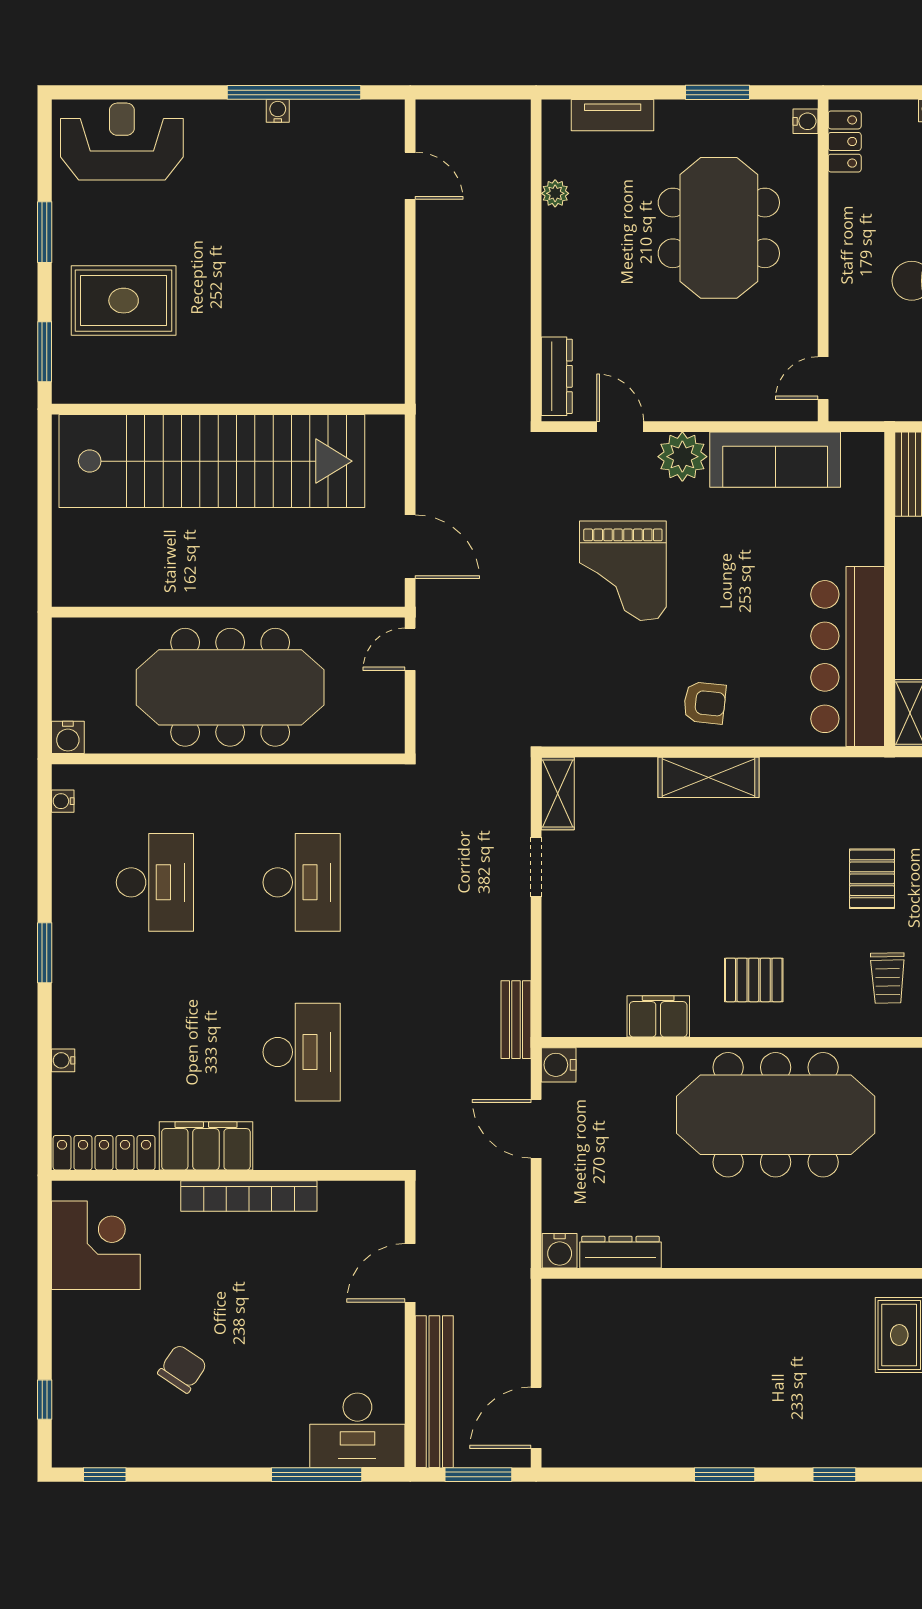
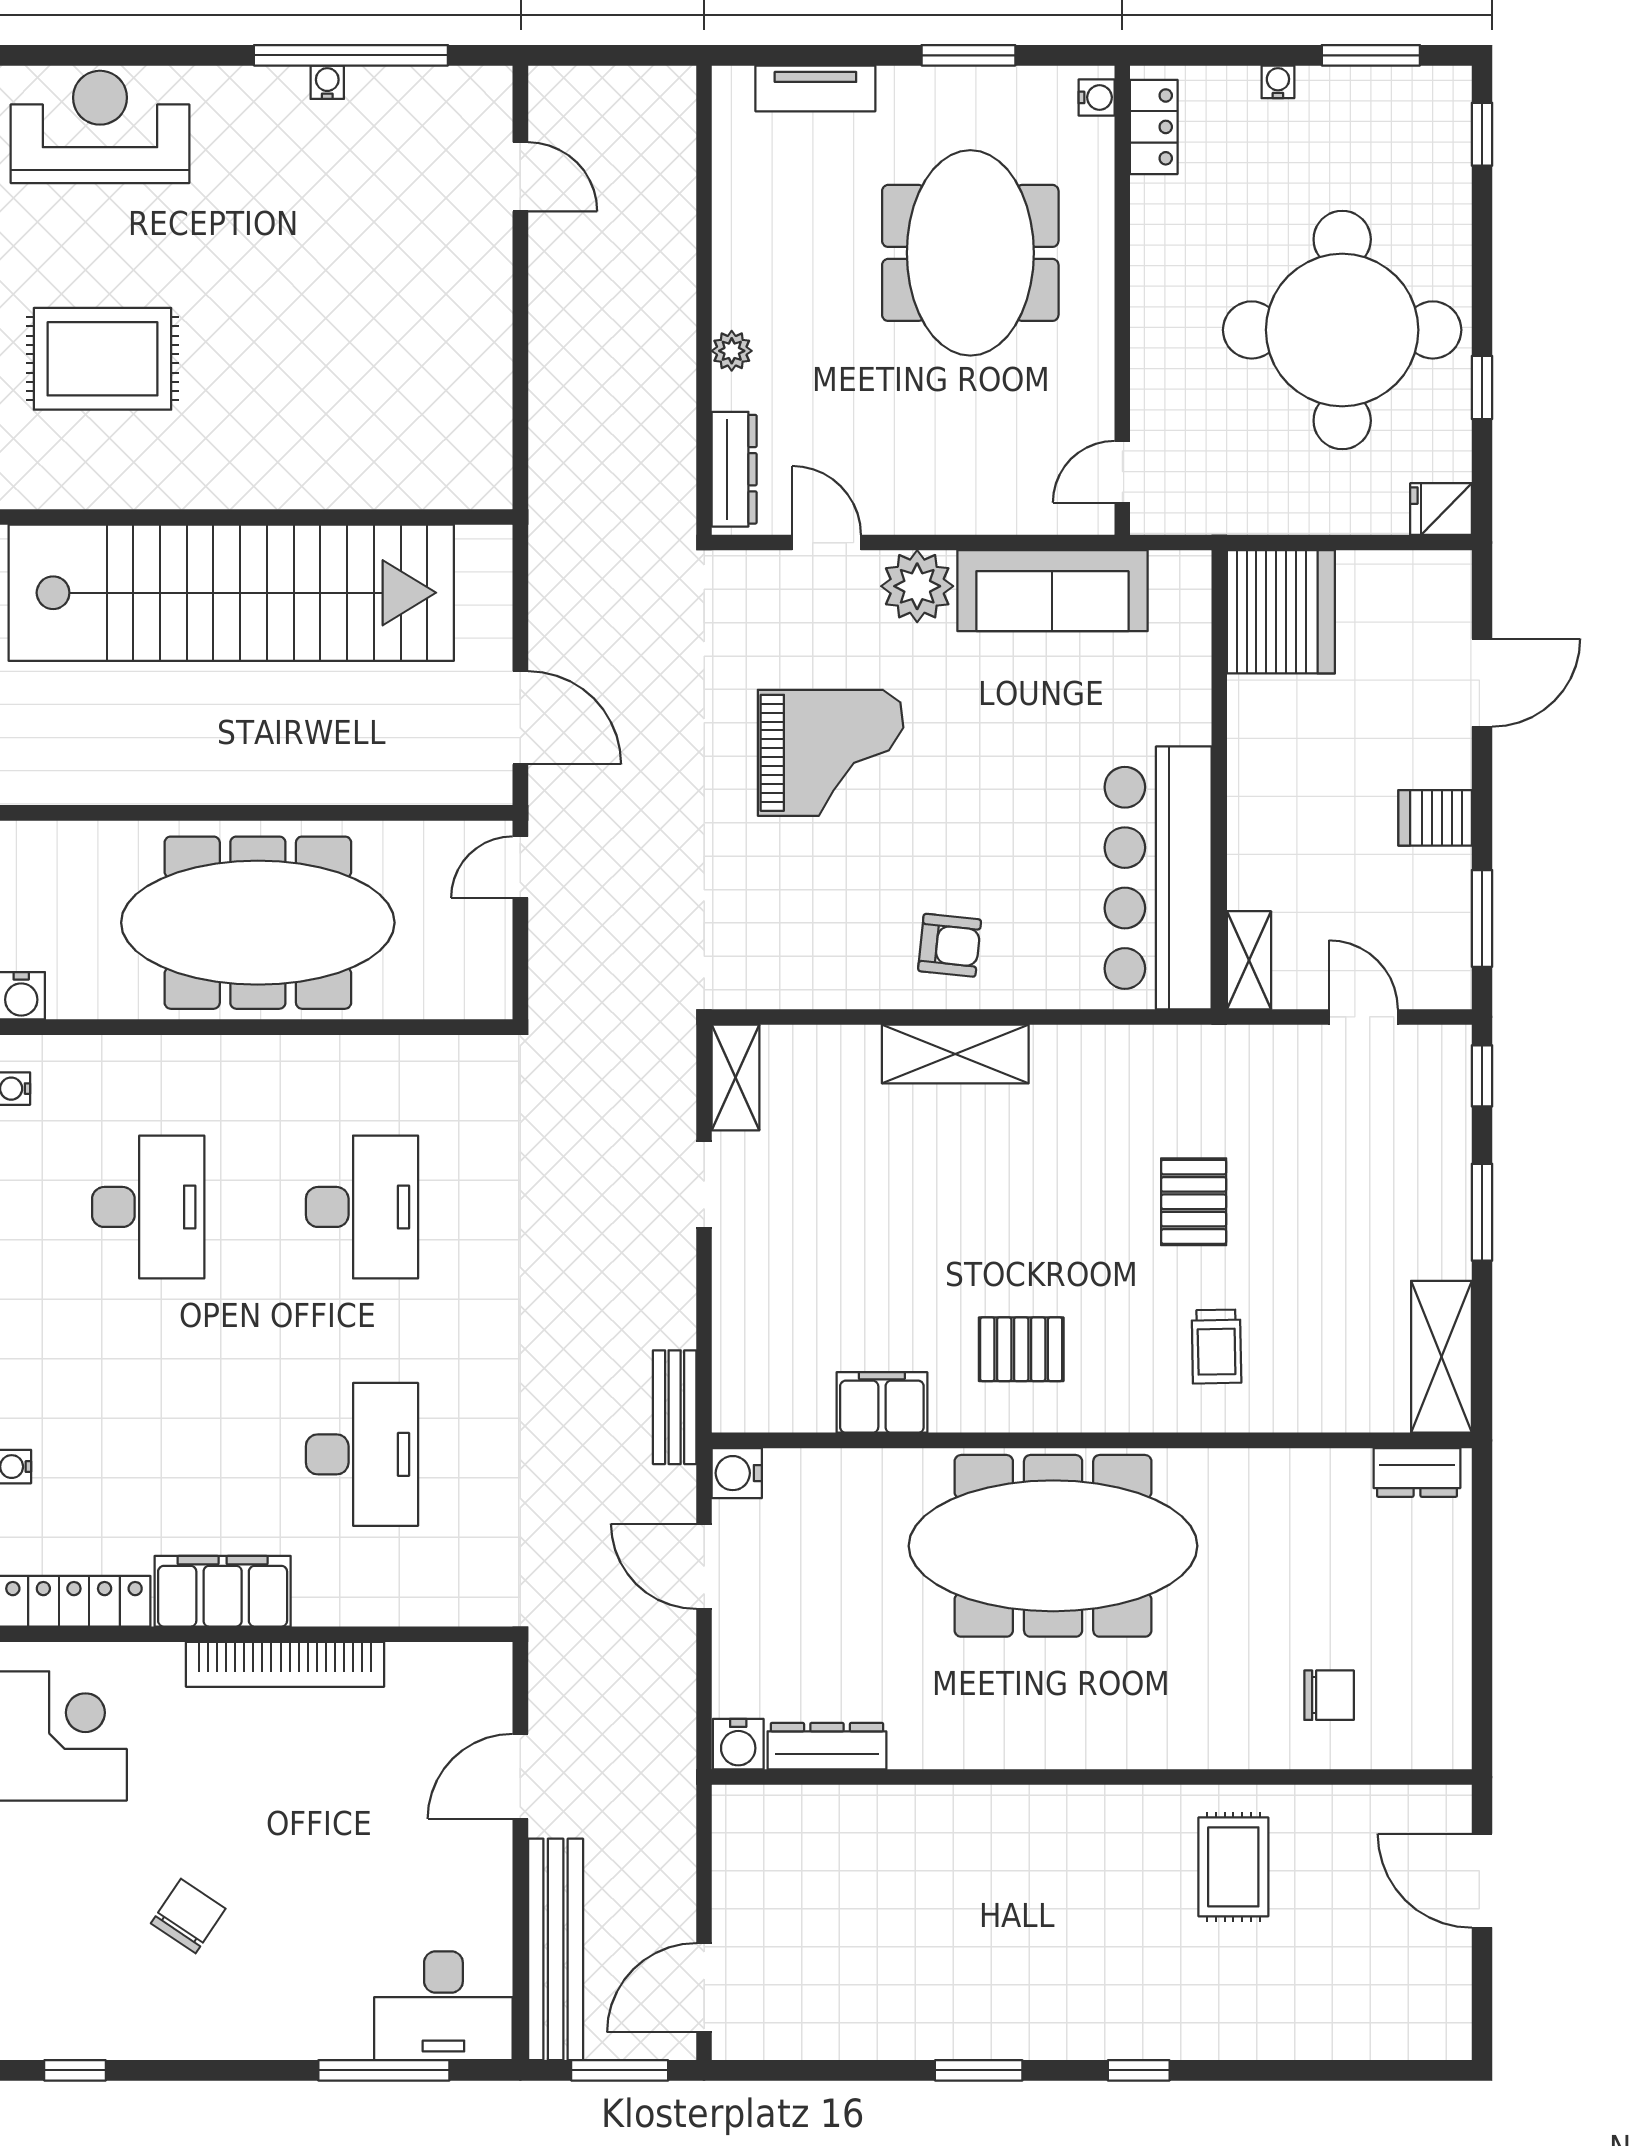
plant: (555, 193) -> (732, 351), moved
grand piano: (623, 571) -> (831, 753), turned -90

